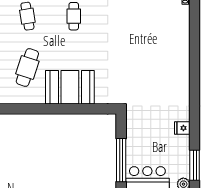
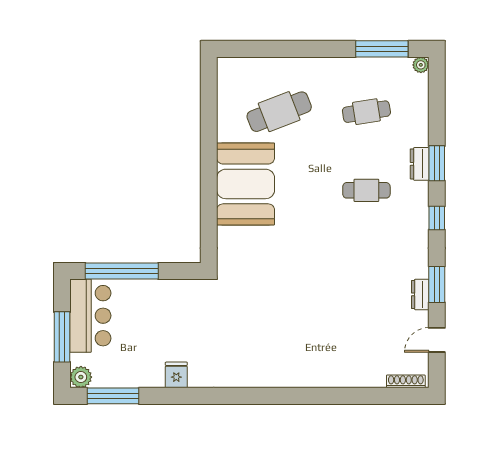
cafe table: (27, 68) -> (279, 112), turned -39

